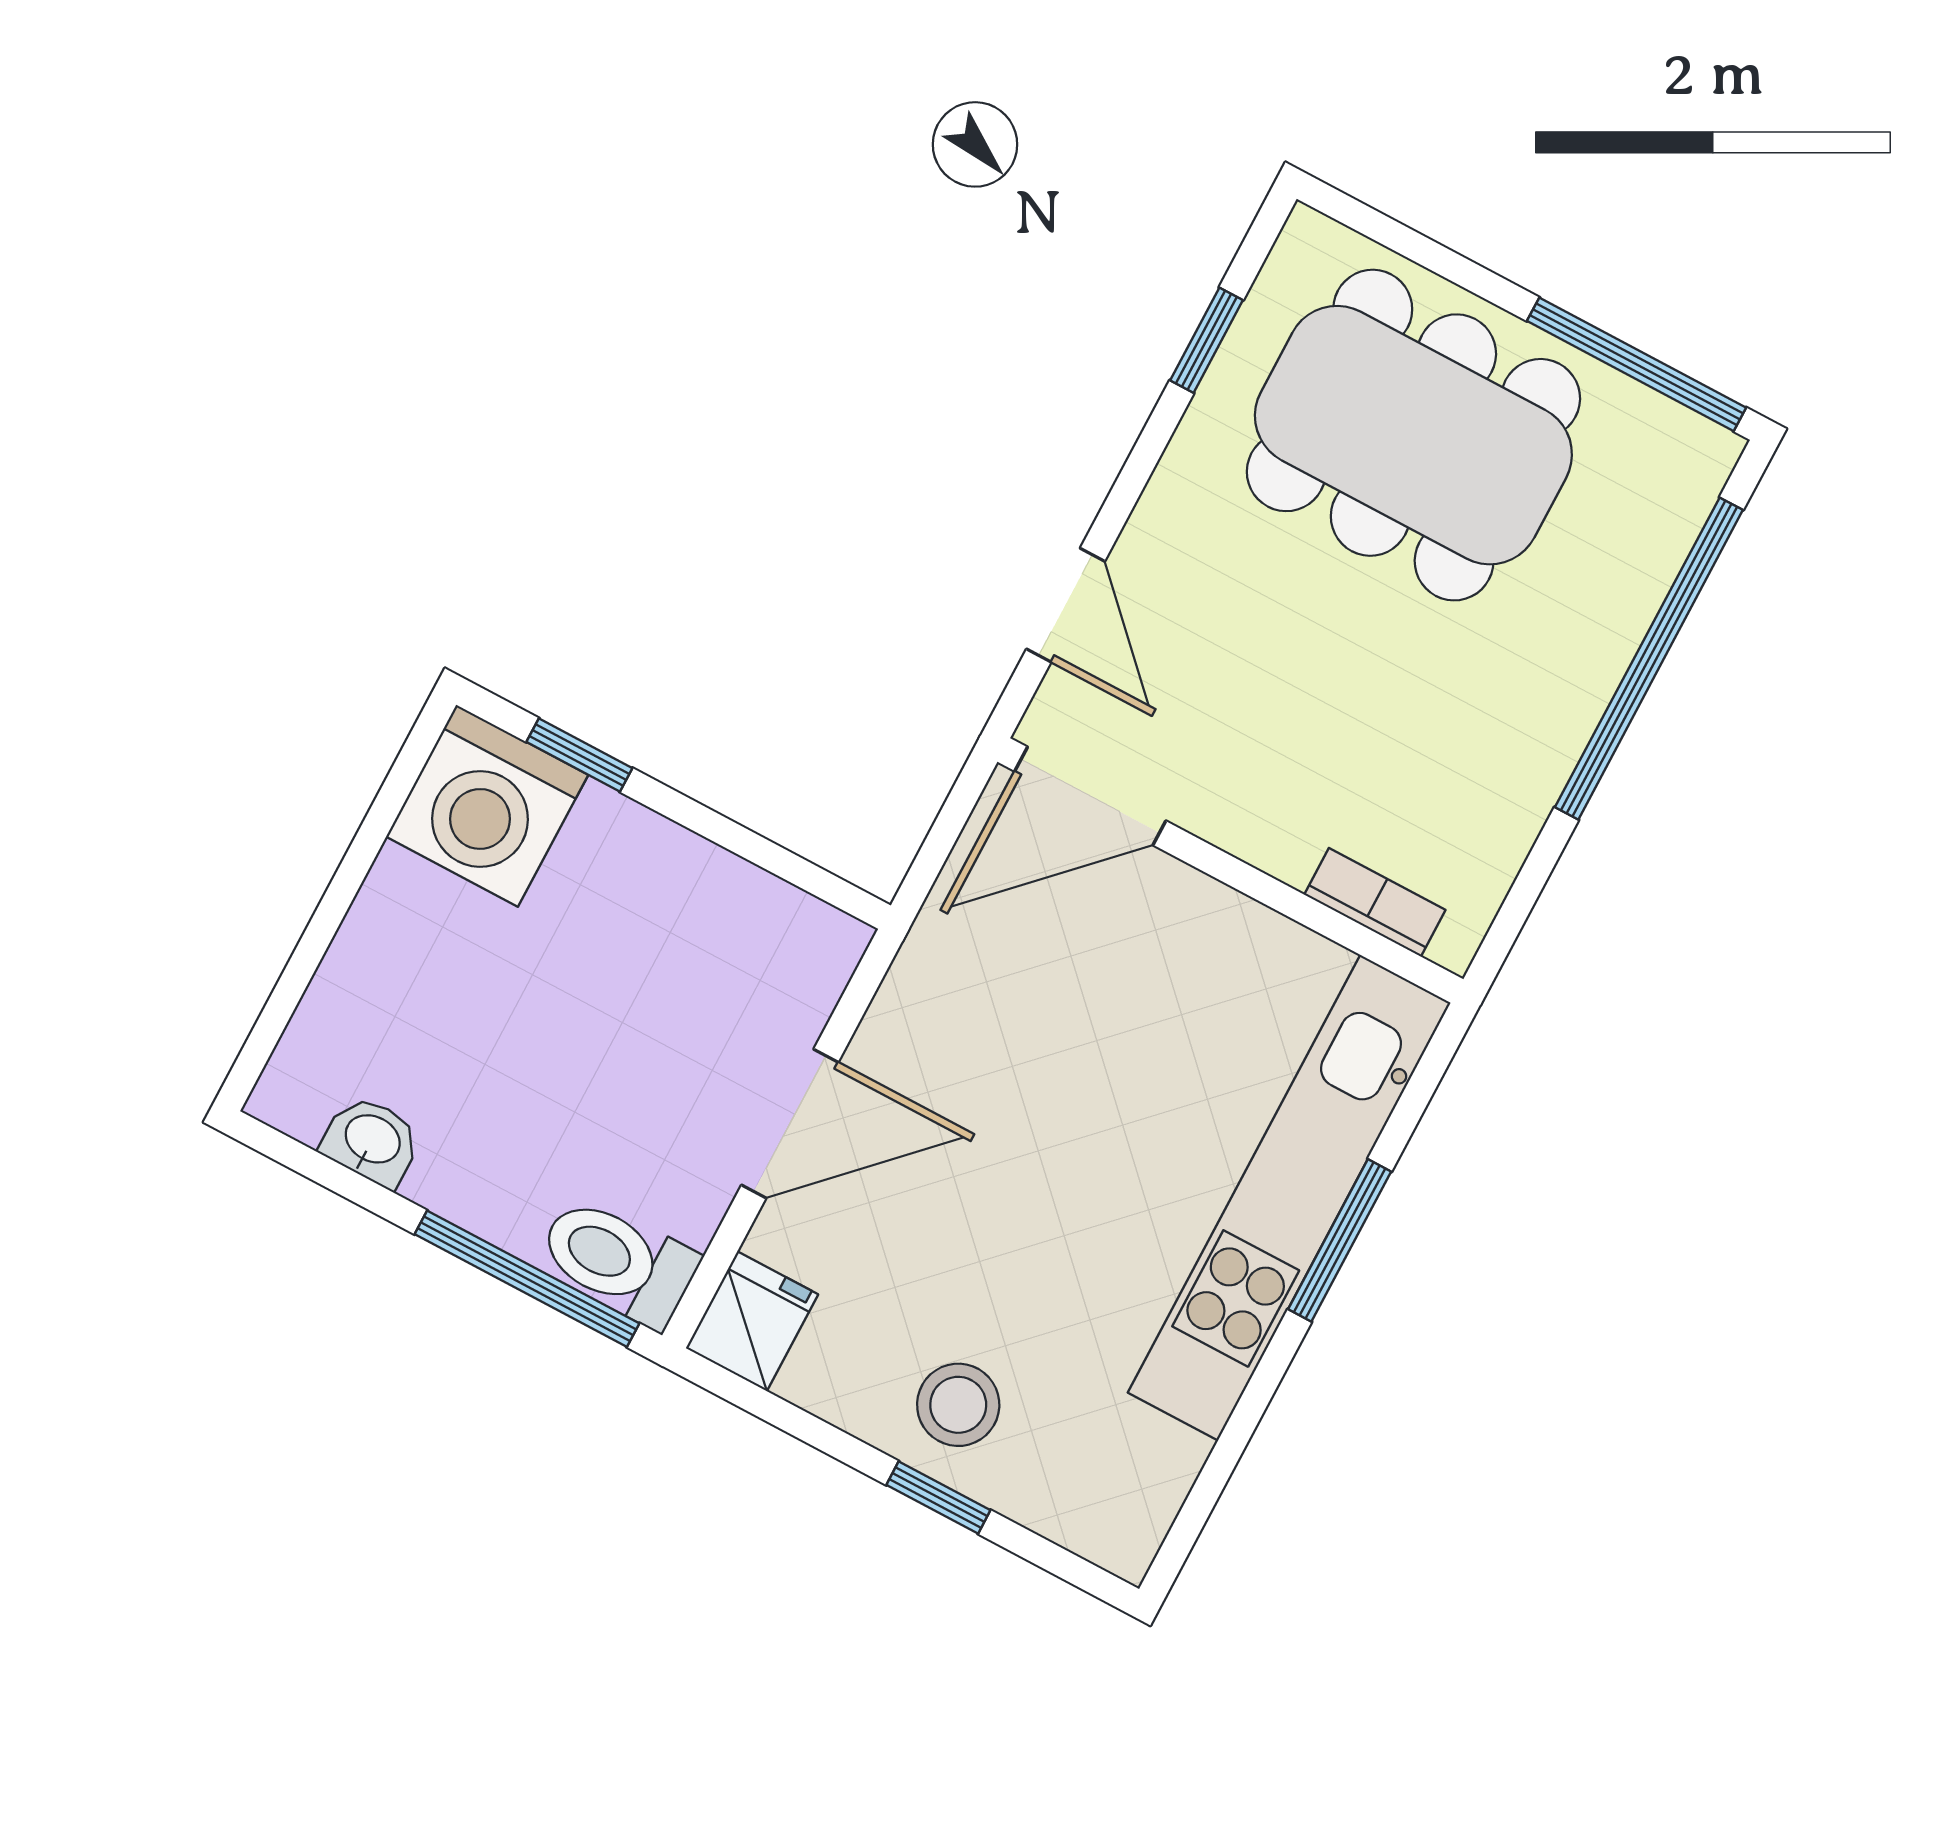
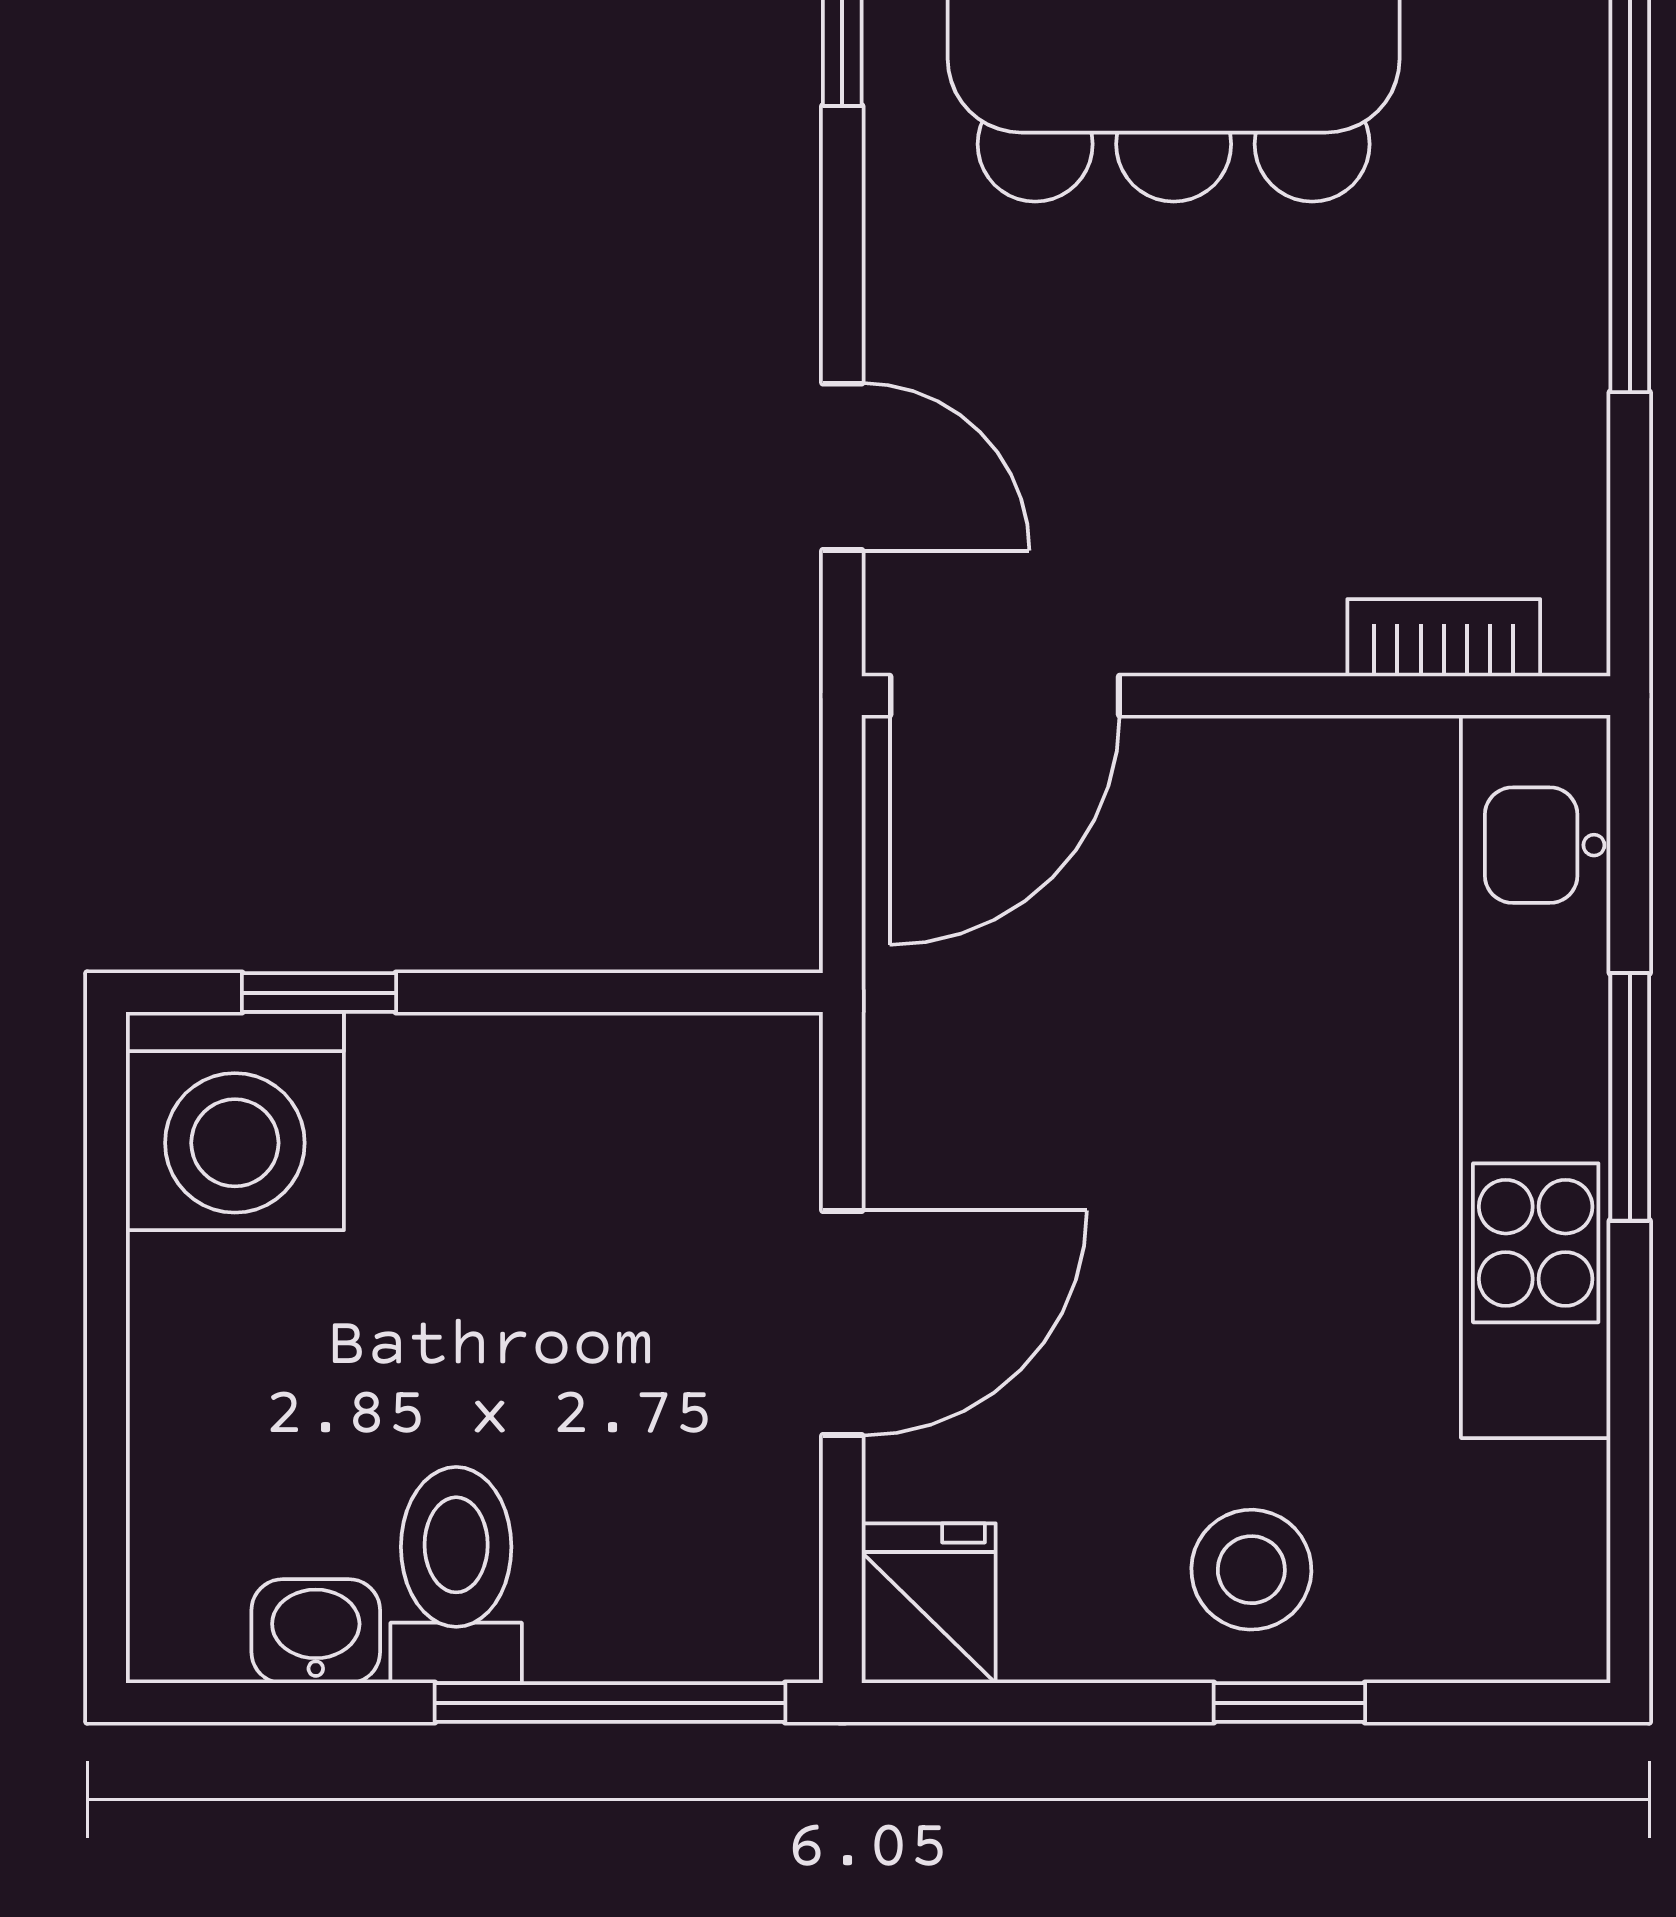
toilet: (618, 1261) -> (456, 1575), moved, turned 90

